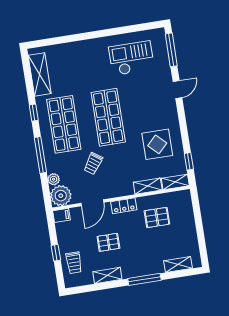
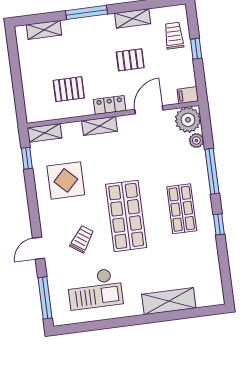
shelving: (40, 74) -> (169, 301), moved, turned 90
shop shelf: (64, 124) -> (182, 209), width x0.70, depth x0.74
trolley: (93, 164) -> (82, 239), moved
shelving: (148, 186) -> (100, 126), moved

